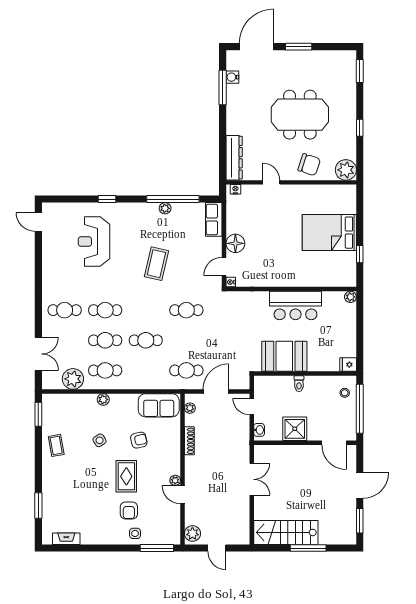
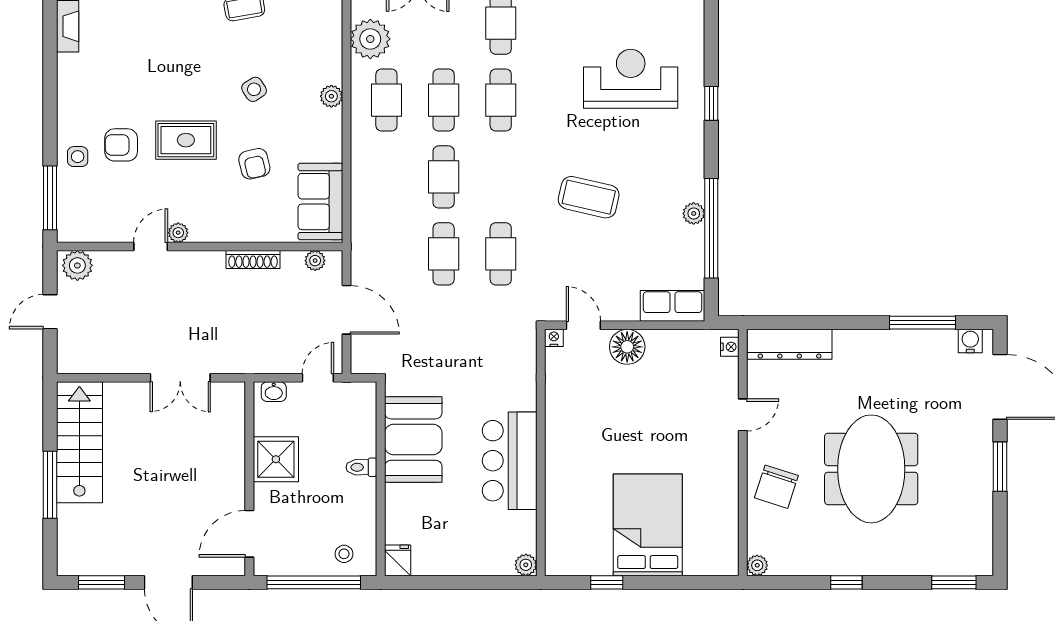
water cooler: (232, 77) -> (970, 341), moved
plant: (346, 170) -> (757, 565), width x0.53, depth x0.53
cafe table: (186, 370) -> (444, 254), moved

